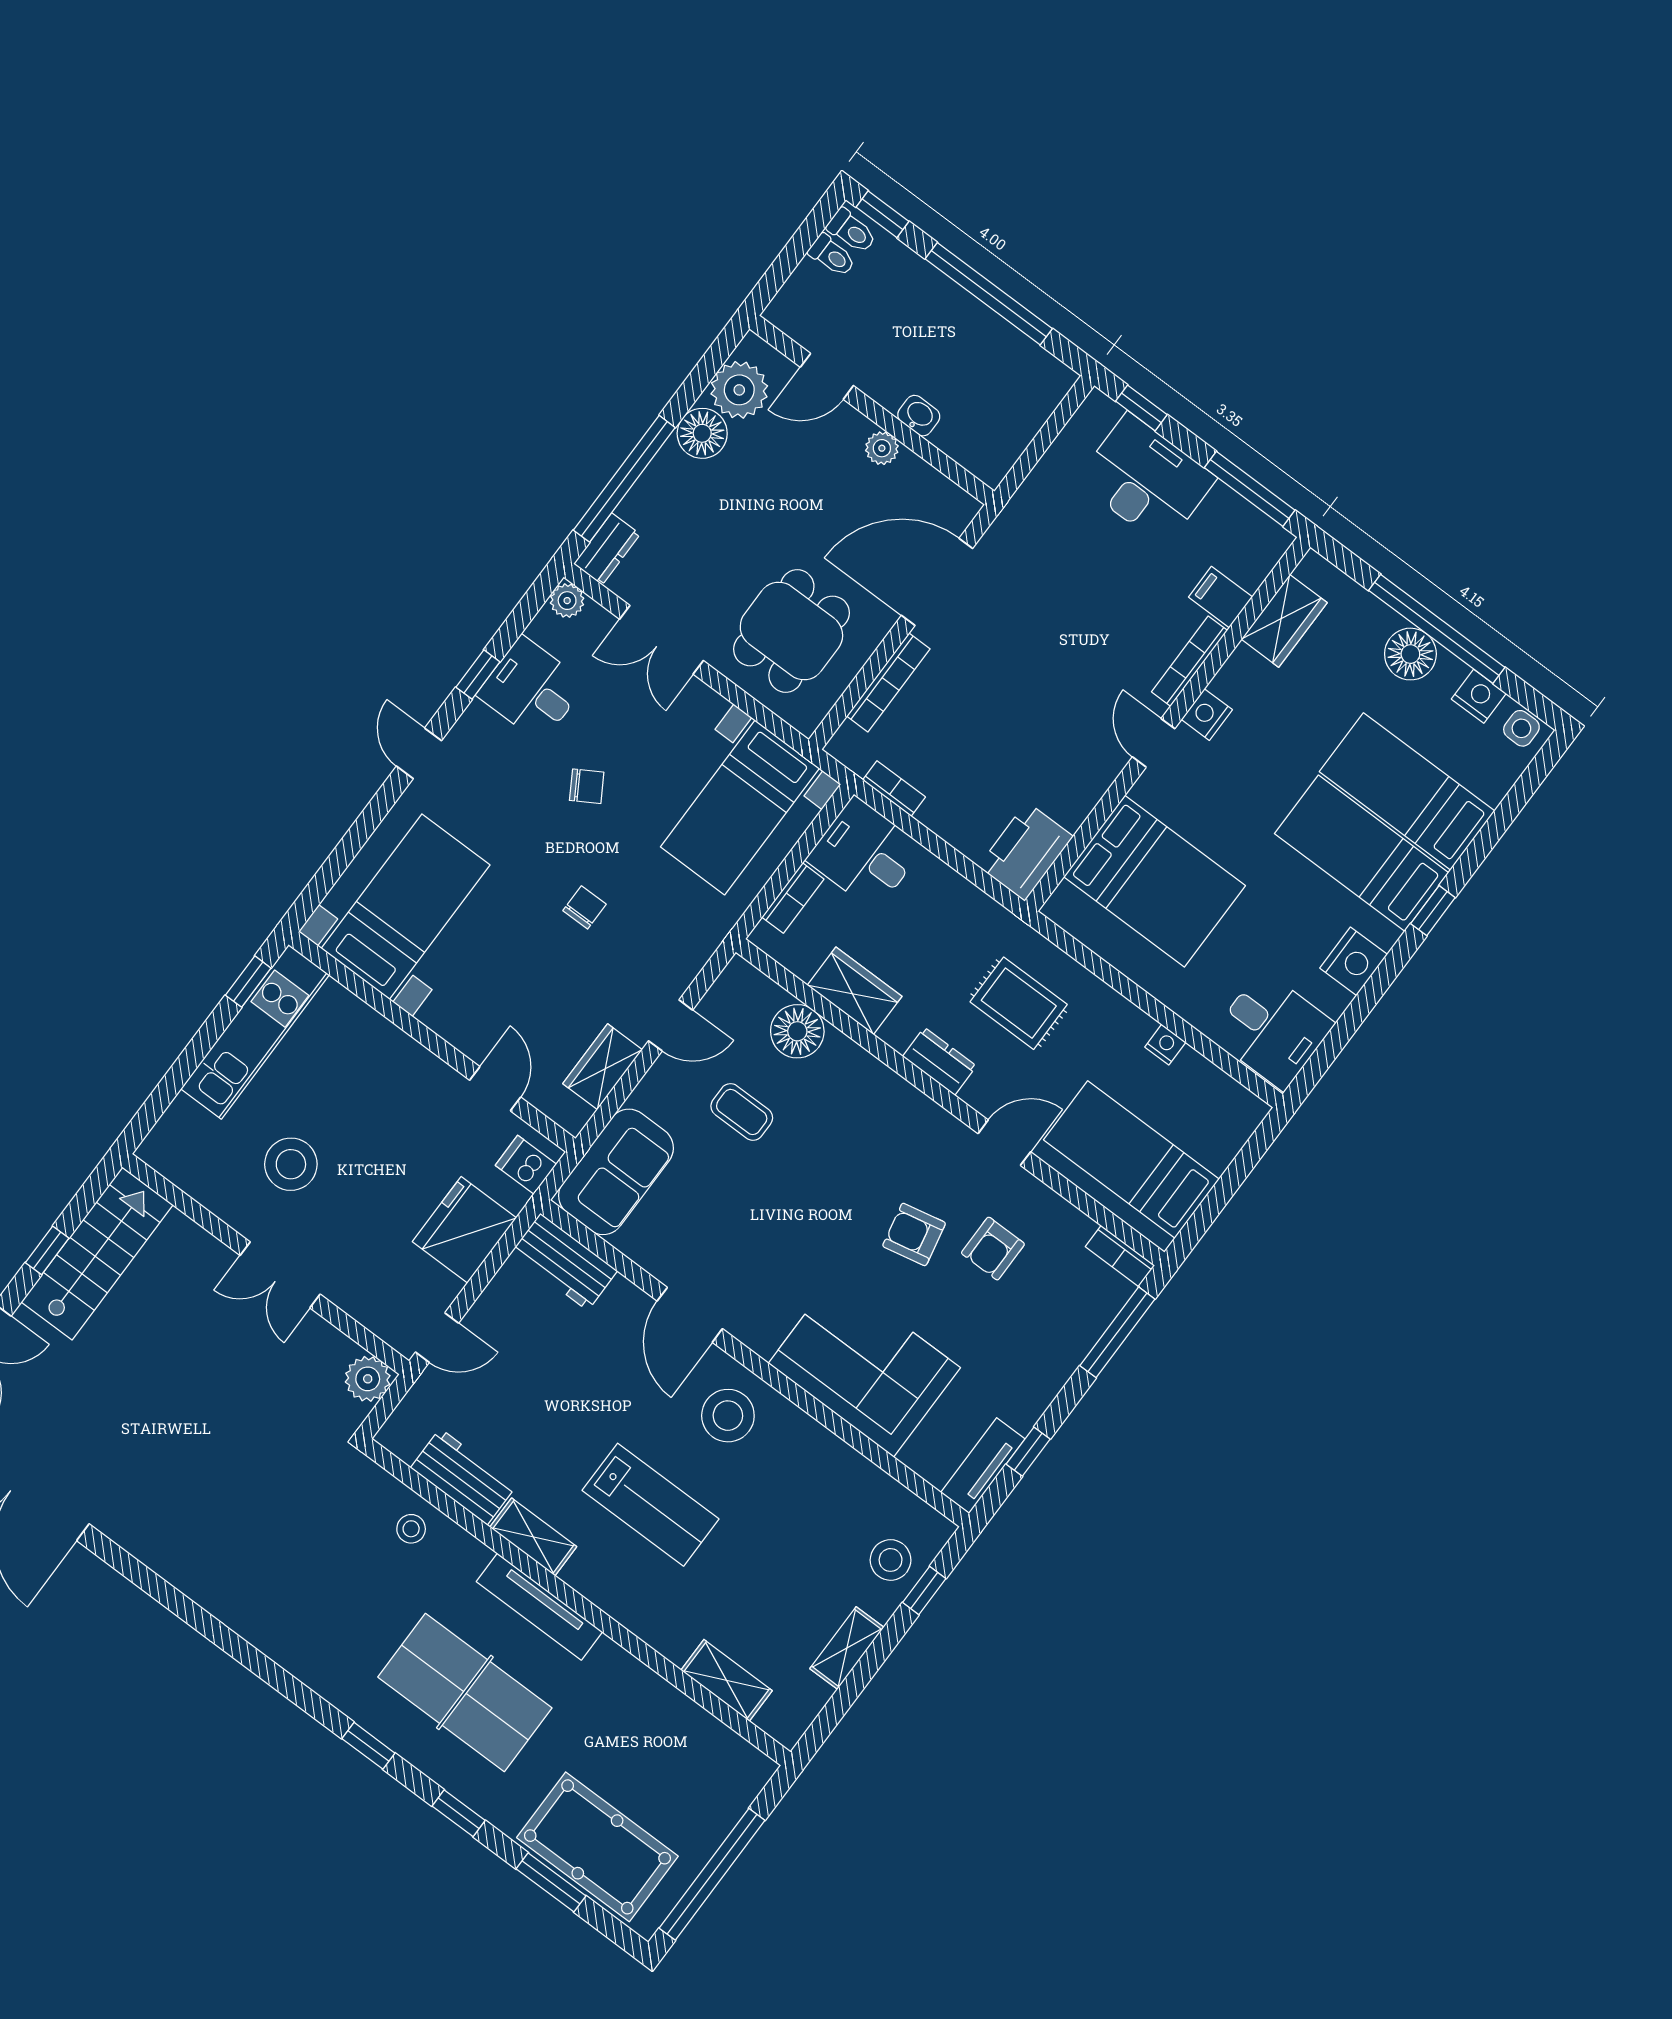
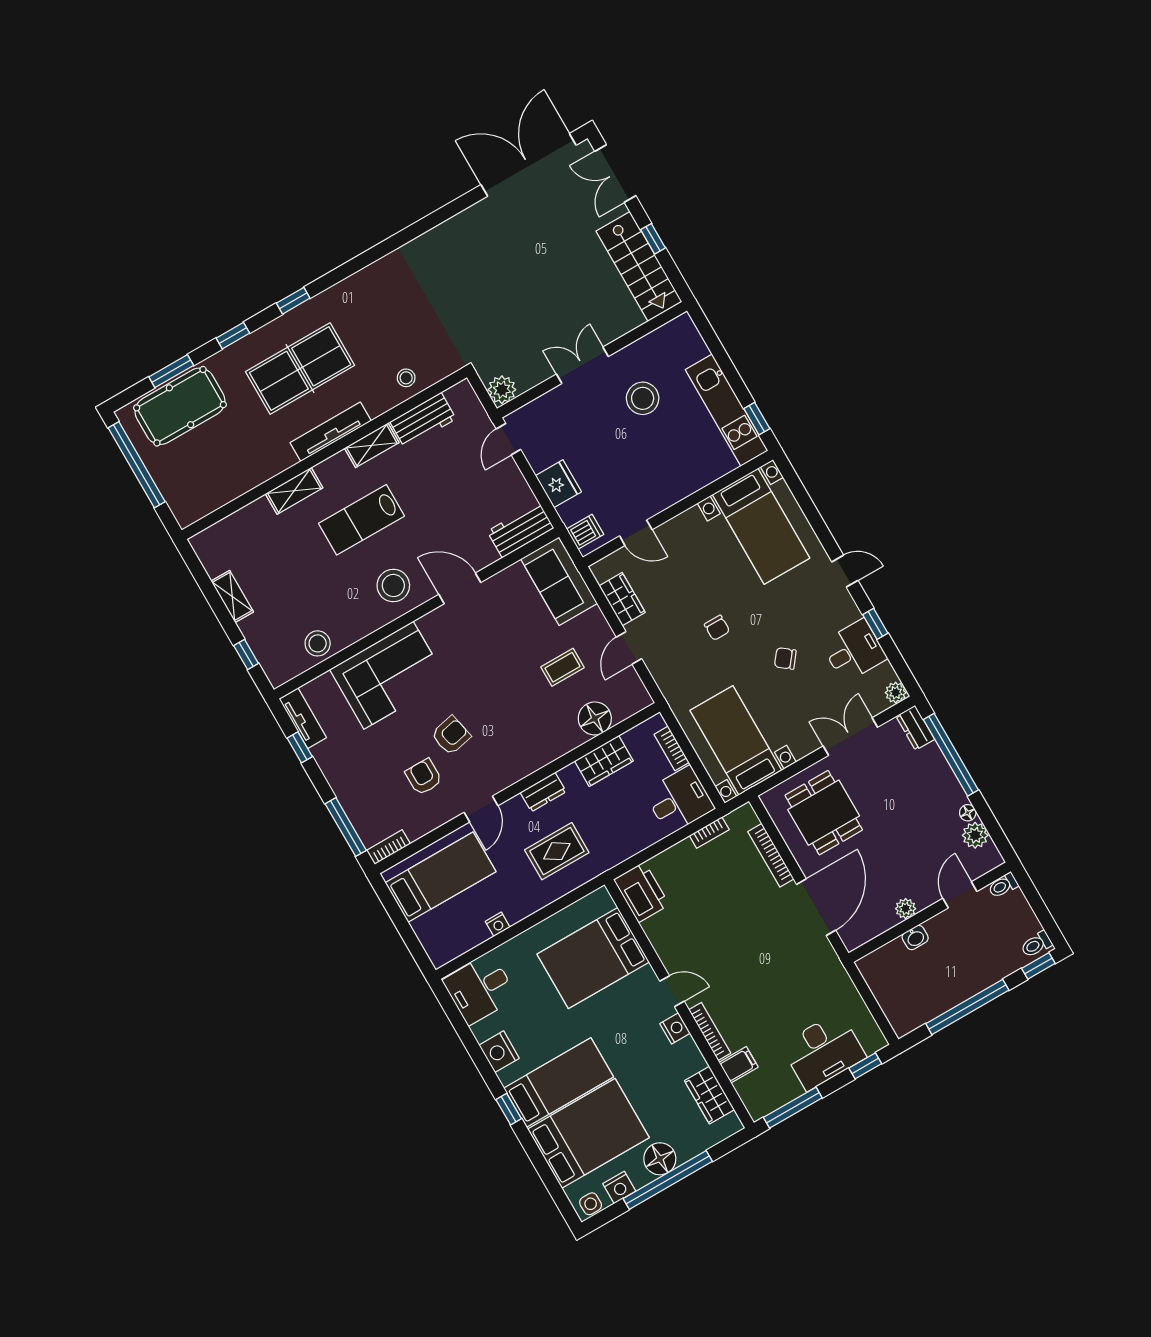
toilet: (832, 255) -> (1003, 885), moved
plant: (739, 390) -> (975, 835), width x0.73, depth x0.73
floor lamp: (702, 433) -> (968, 813), width x0.53, depth x0.53
chair: (587, 786) -> (785, 658), turned 69
bed: (1407, 791) -> (588, 1133), width x1.50
fridge: (464, 1230) -> (558, 484), width x0.73, depth x0.75
stool: (891, 1560) -> (318, 643), moved
shelving: (727, 1680) -> (294, 491), moved

